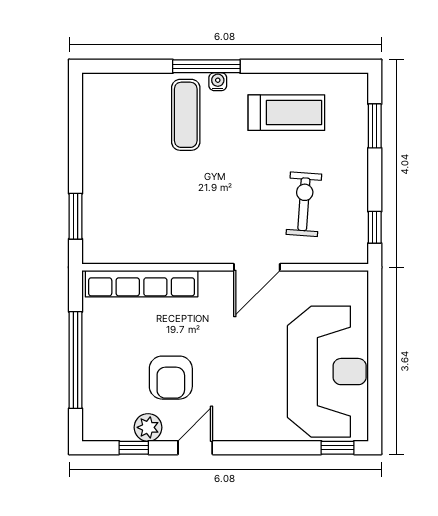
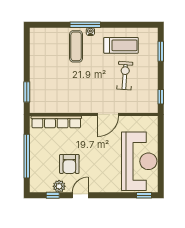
exercise bike: (304, 204) -> (125, 76), moved

